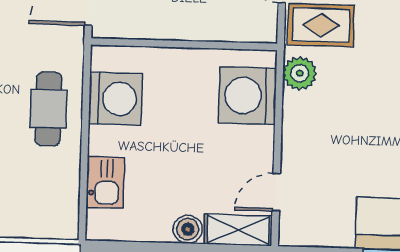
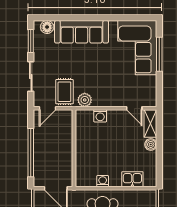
washing machine: (248, 96) -> (100, 116), width x0.53, depth x0.53
washing machine: (115, 99) -> (103, 181), width x0.53, depth x0.53

